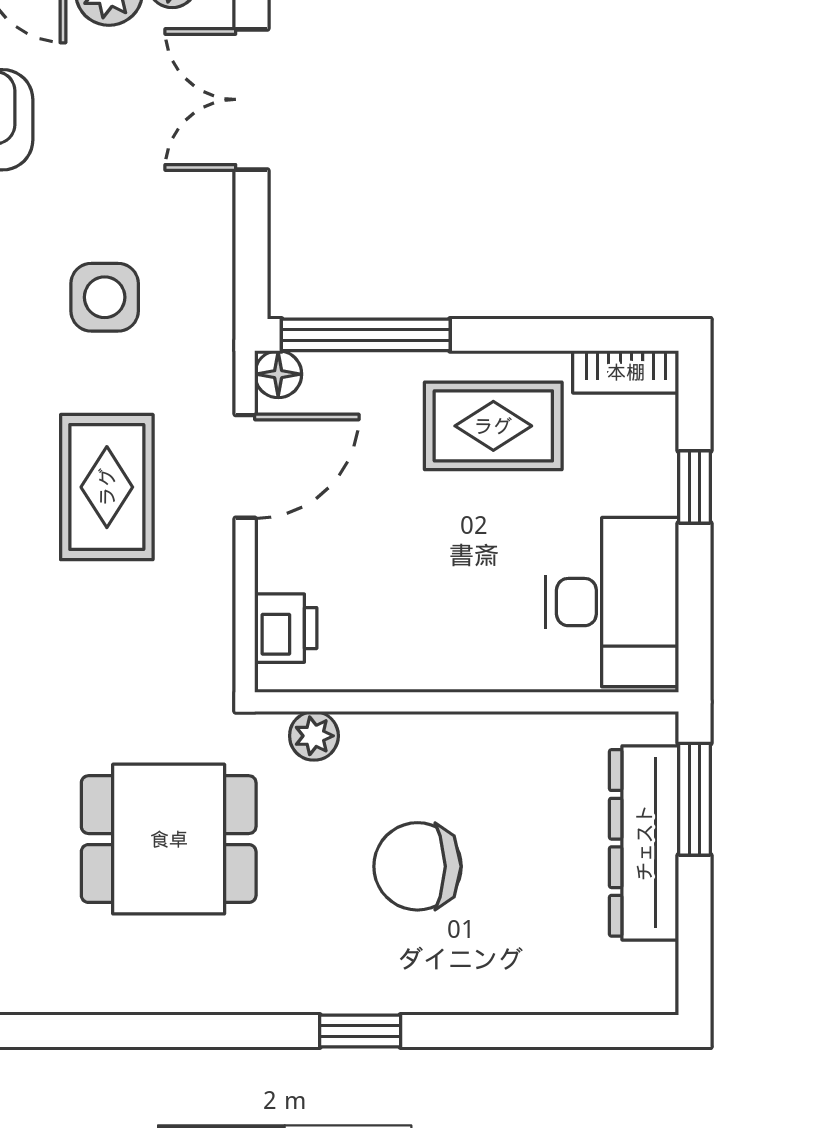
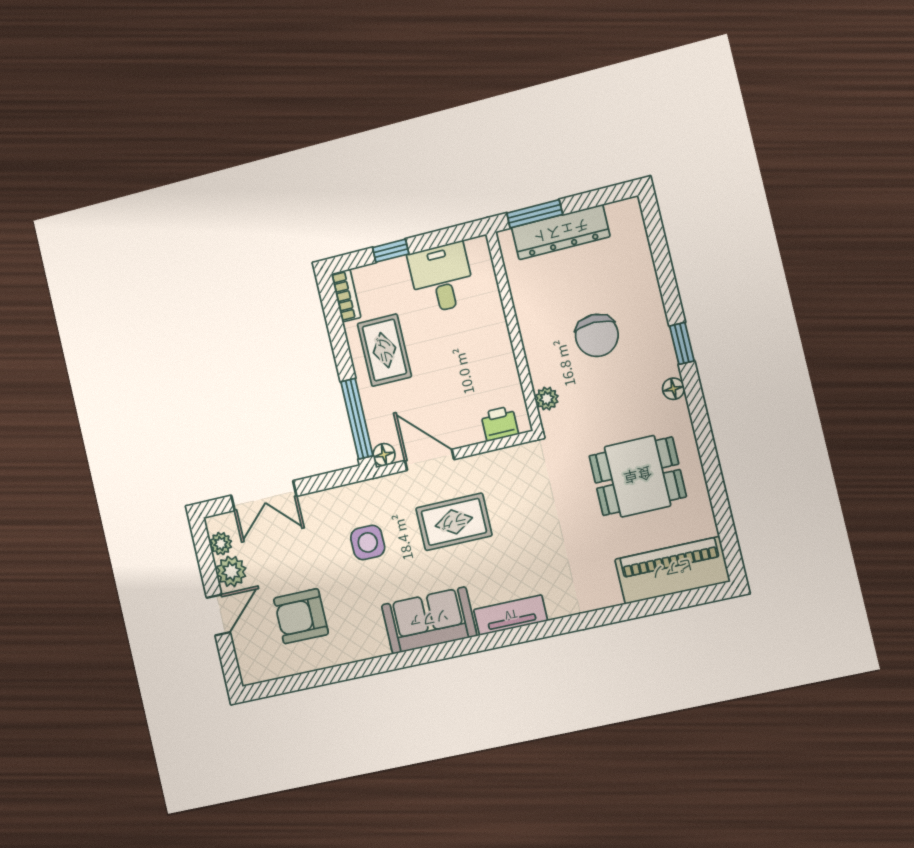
desk: (612, 602) -> (442, 278), width x0.73
dining table: (169, 839) -> (638, 476), moved, turned 90
floor lamp: (274, 993) -> (673, 389), added

